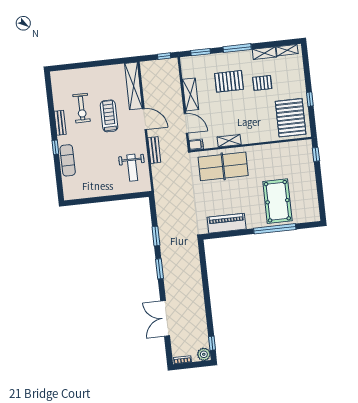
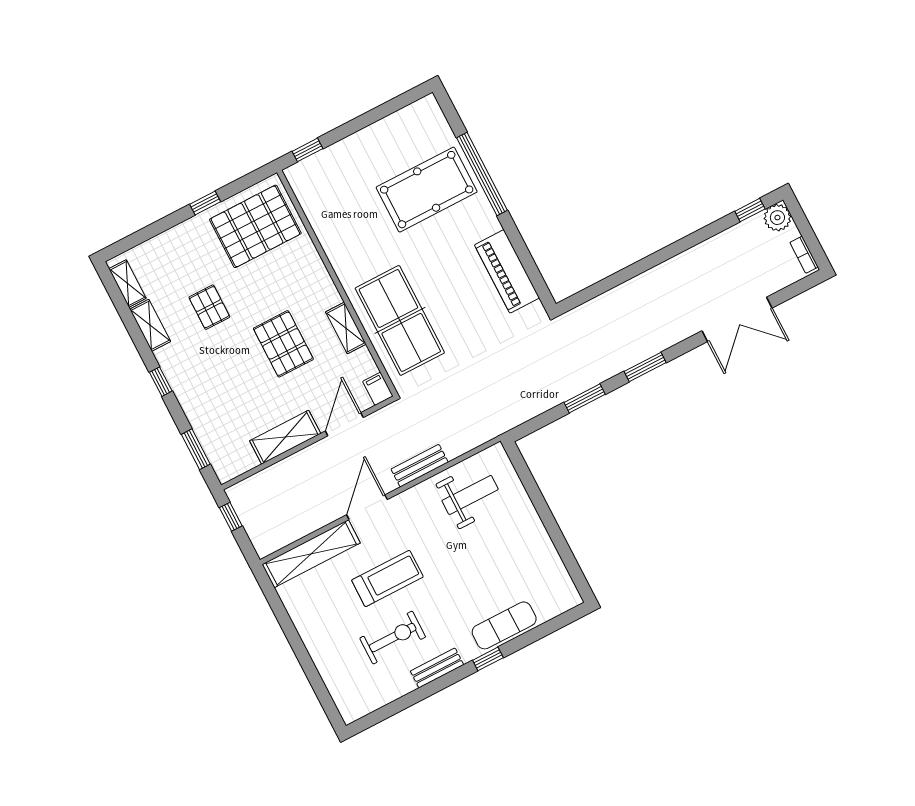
window: (237, 48) -> (161, 382), width x0.46
pallet: (229, 81) -> (283, 344), moved
treadmill: (109, 116) -> (387, 579), turned 180

